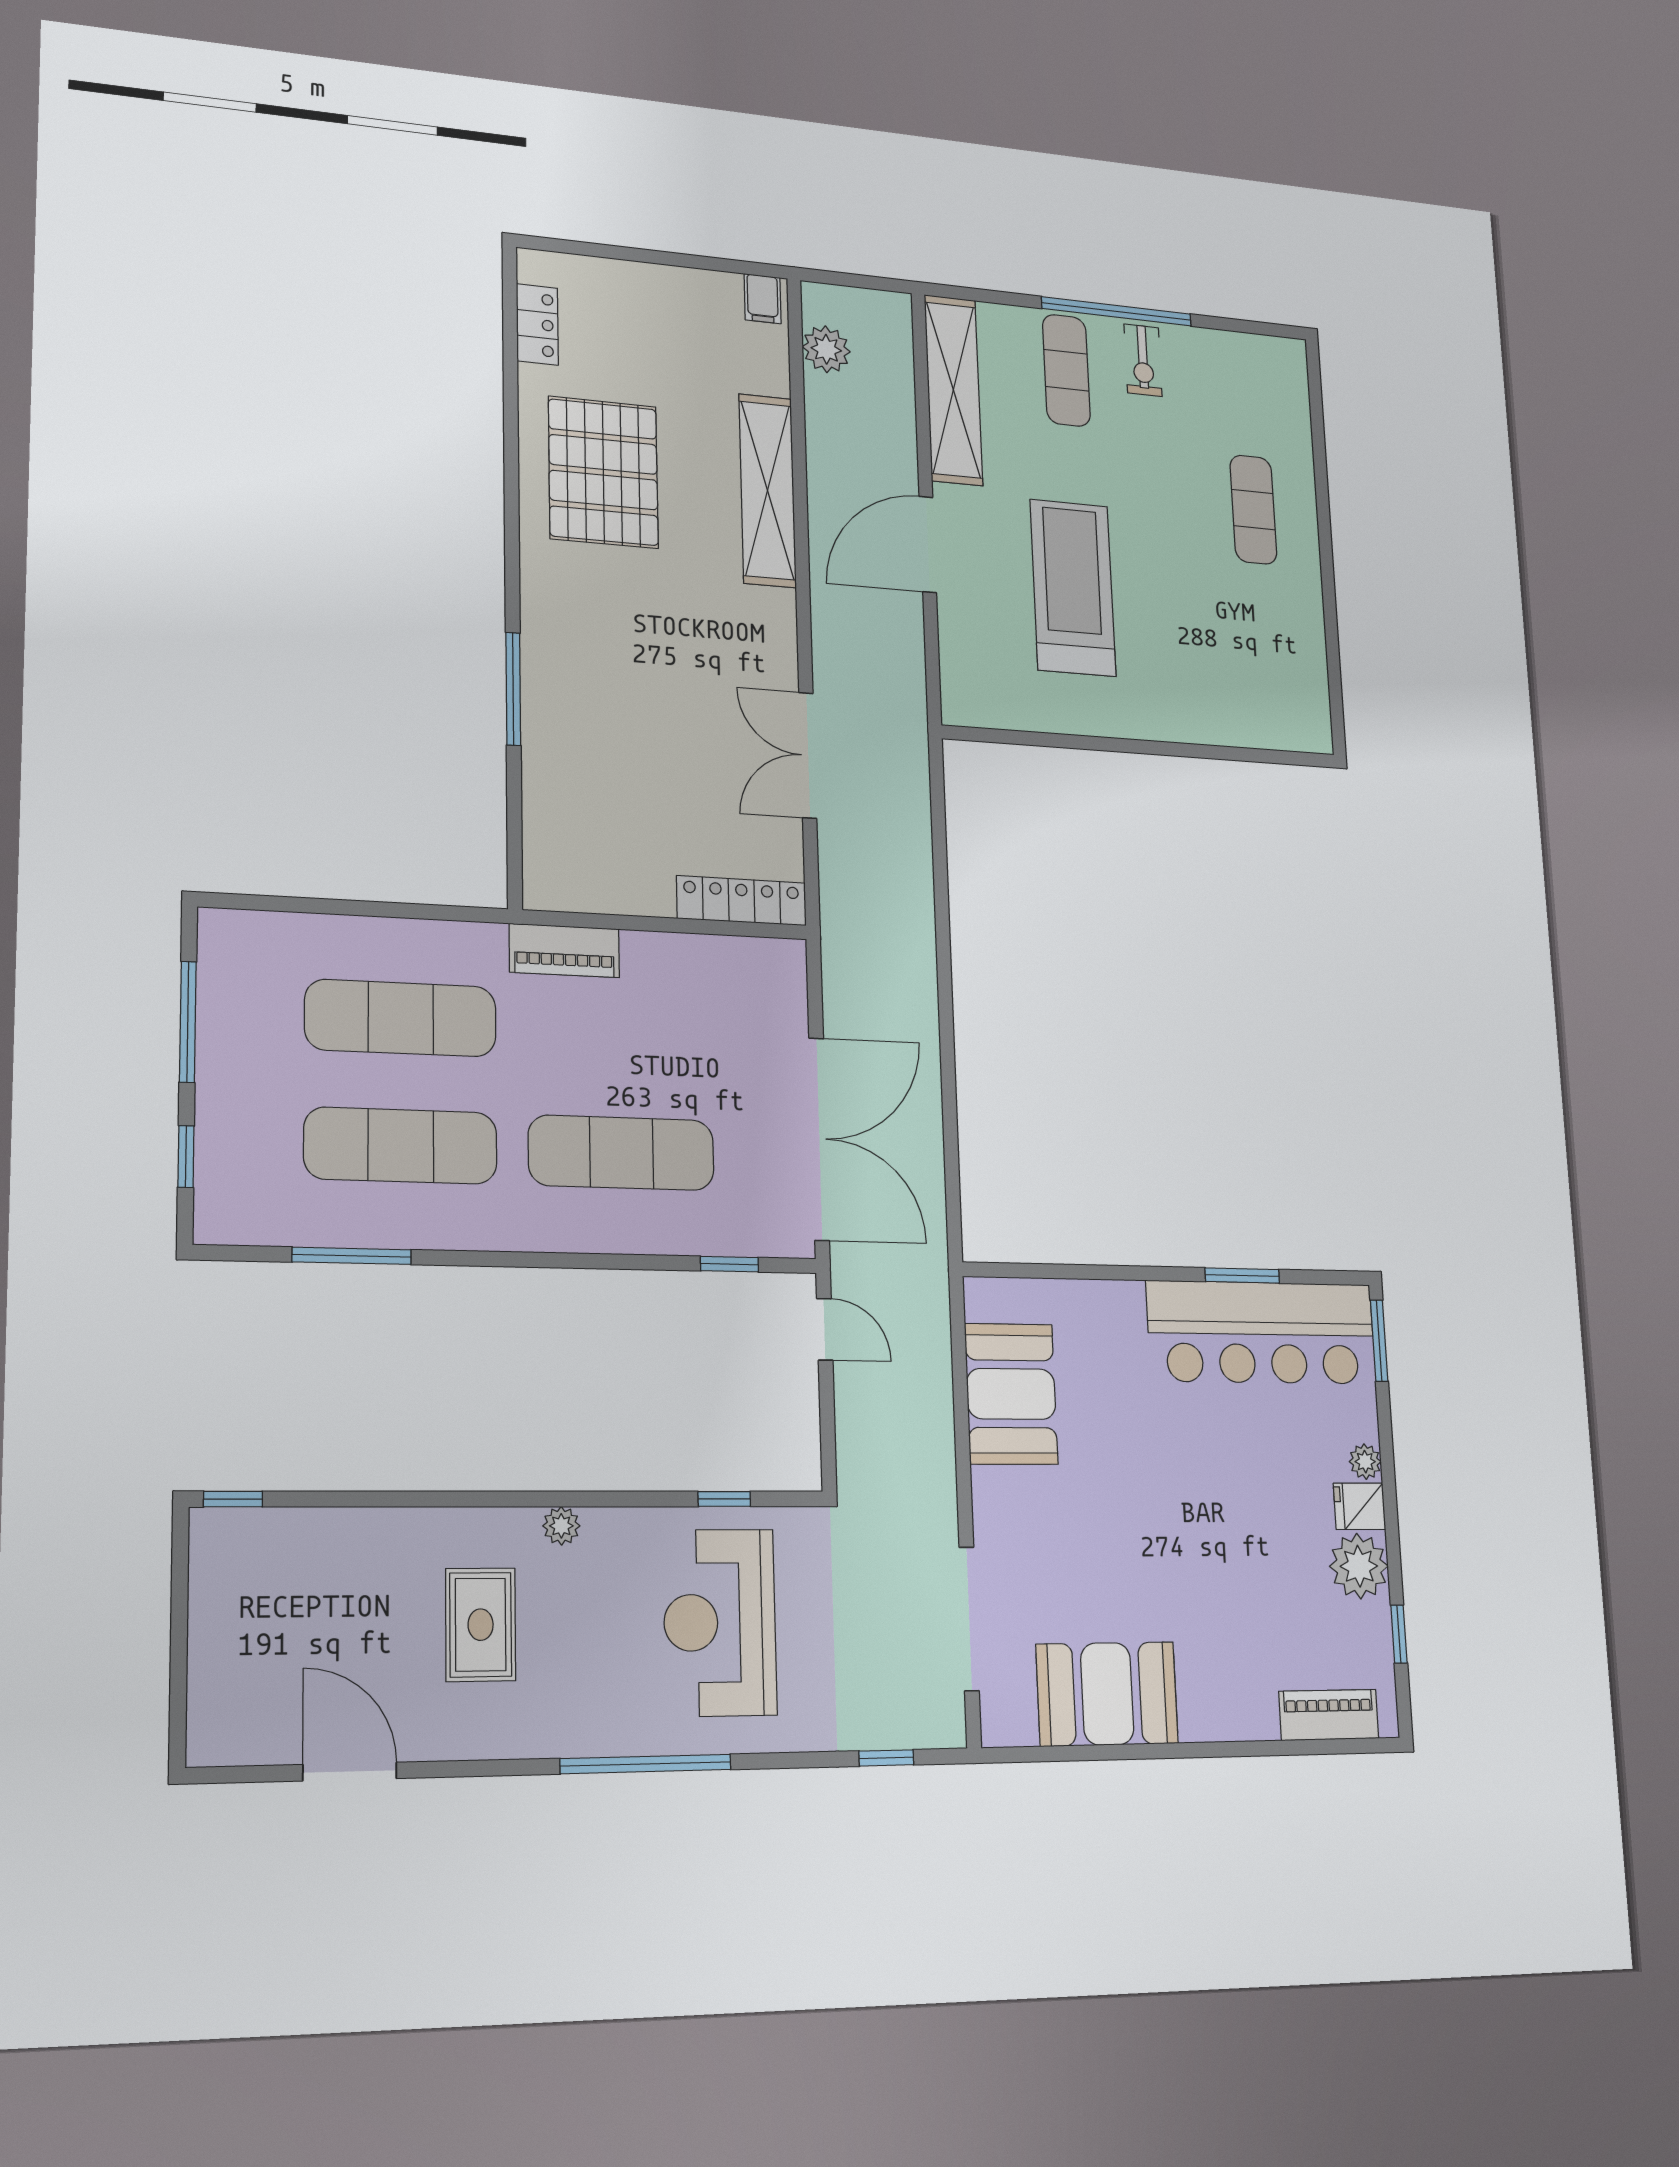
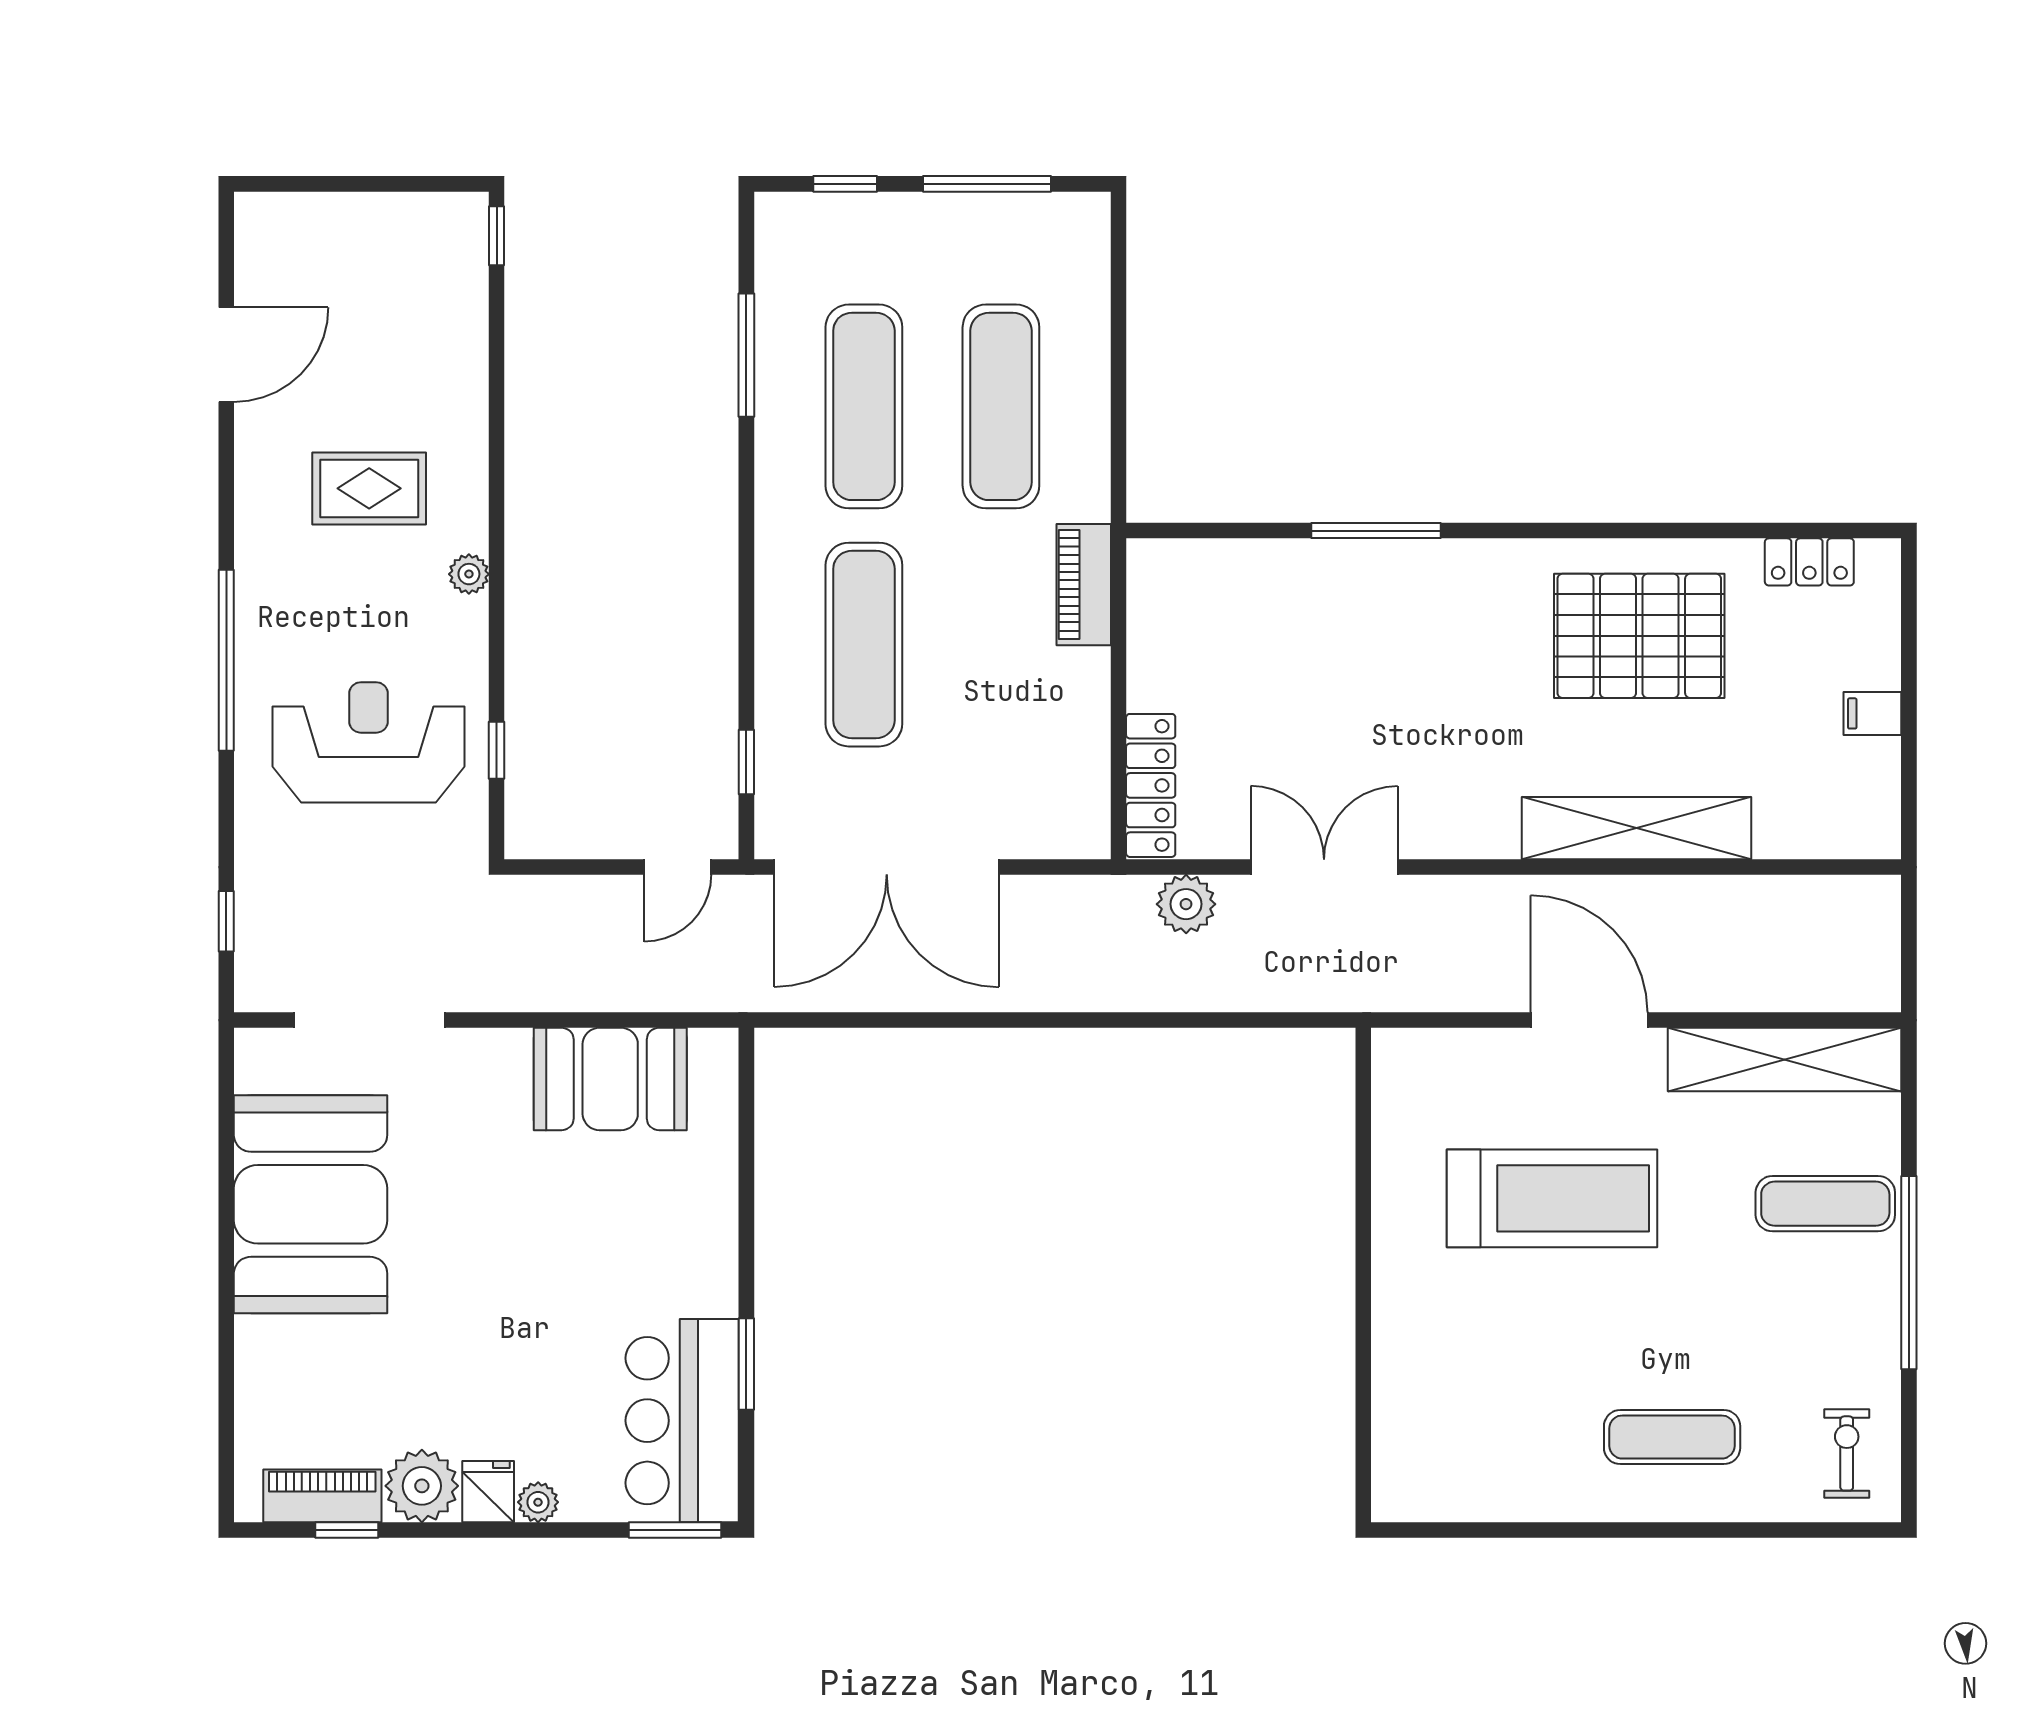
filing cabinet: (763, 299) -> (1872, 713), moved
plant: (826, 349) -> (1186, 904), moved
exercise bike: (1143, 360) -> (1847, 1453), moved, turned 90
bar counter: (1262, 1332) -> (682, 1421), width x0.73
booth: (1107, 1694) -> (311, 1204), width x1.36, depth x1.42
piano: (1329, 1715) -> (322, 1496), moved, turned -90

